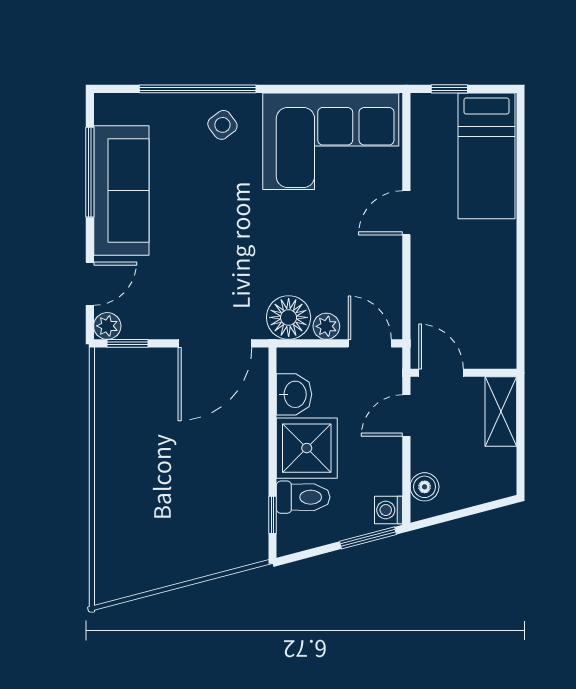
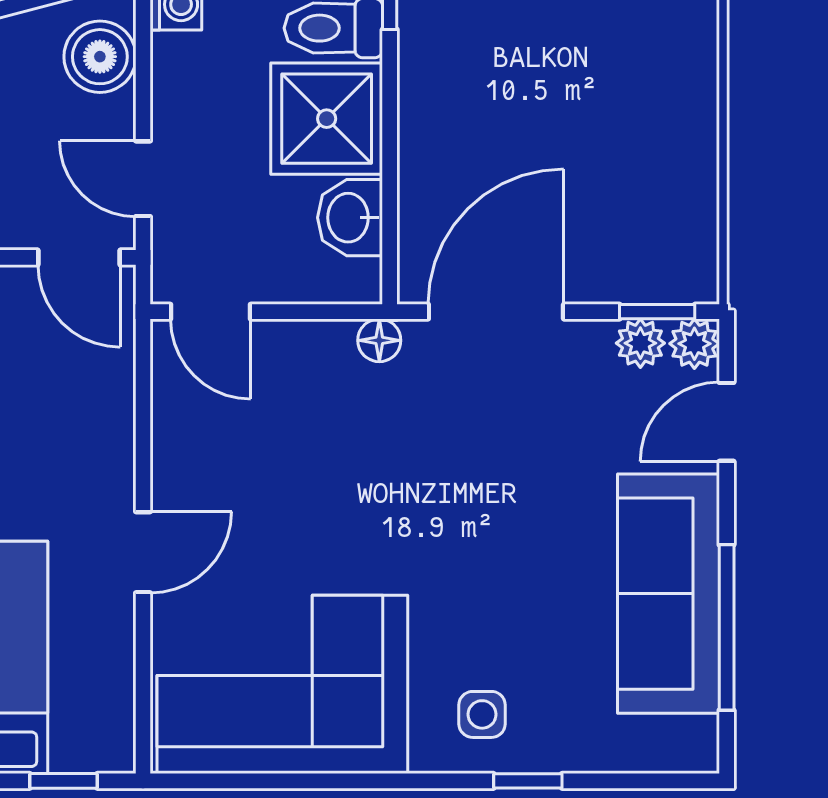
window: (198, 89) -> (528, 781), width x0.32
side table: (222, 125) -> (482, 714), turned 37
floor lamp: (289, 317) -> (379, 340), width x0.53, depth x0.53
plant: (326, 326) -> (640, 343), moved
door: (406, 415) -> (143, 179), swing flipped
boiler: (425, 487) -> (100, 57), width x1.36, depth x1.36

